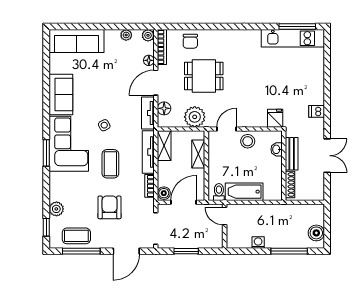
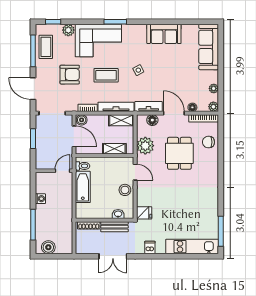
kitchen unit: (293, 38) -> (192, 247), moved, turned 90
corner sofa: (69, 144) -> (98, 41), moved

